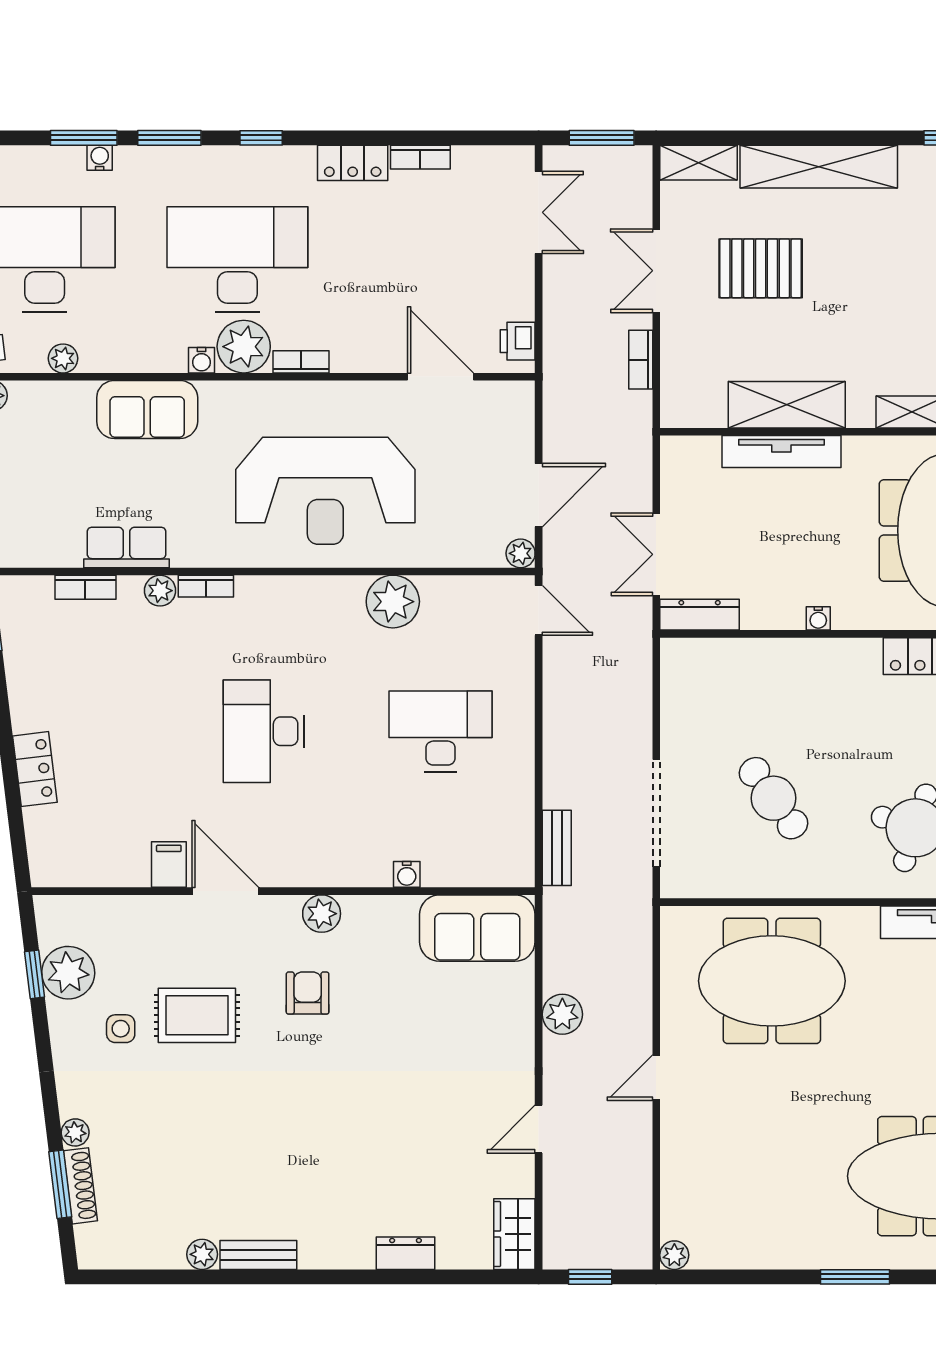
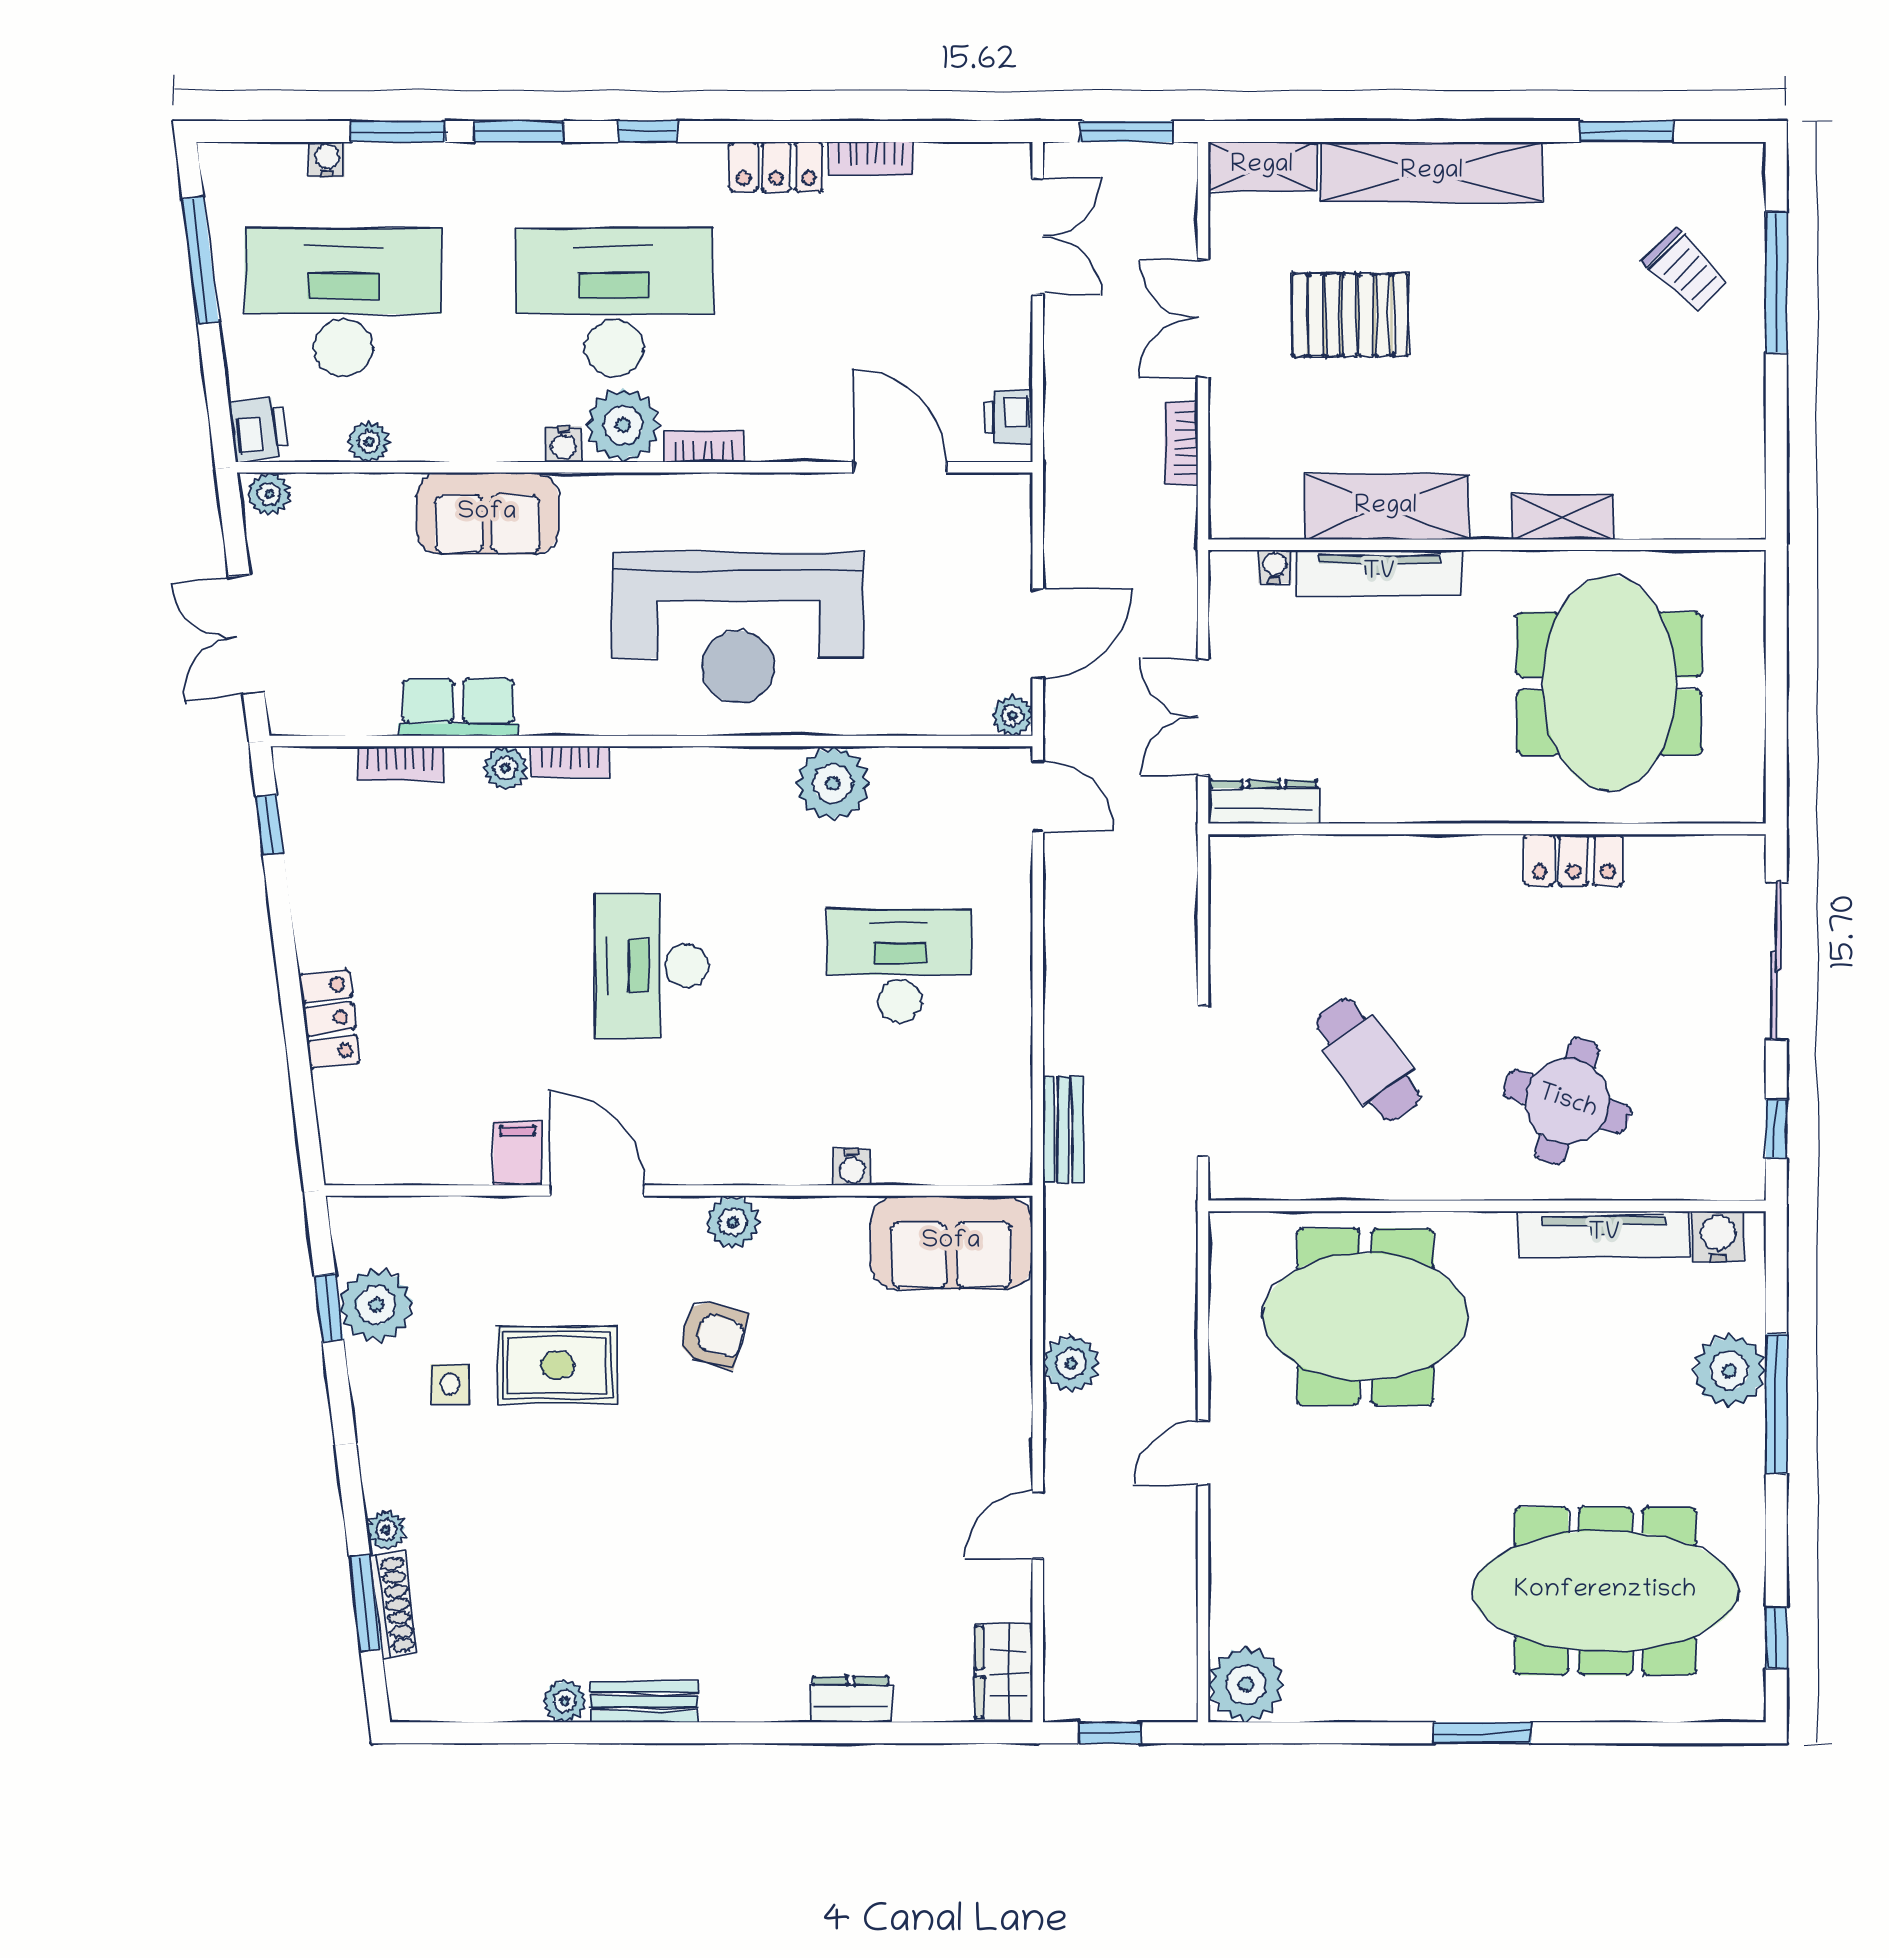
water cooler: (100, 158) -> (327, 159), moved
water cooler: (818, 618) -> (1275, 567), moved, turned 180
armchair: (308, 993) -> (713, 1334), turned 106
plant: (674, 1255) -> (1246, 1685), width x1.88, depth x1.88

